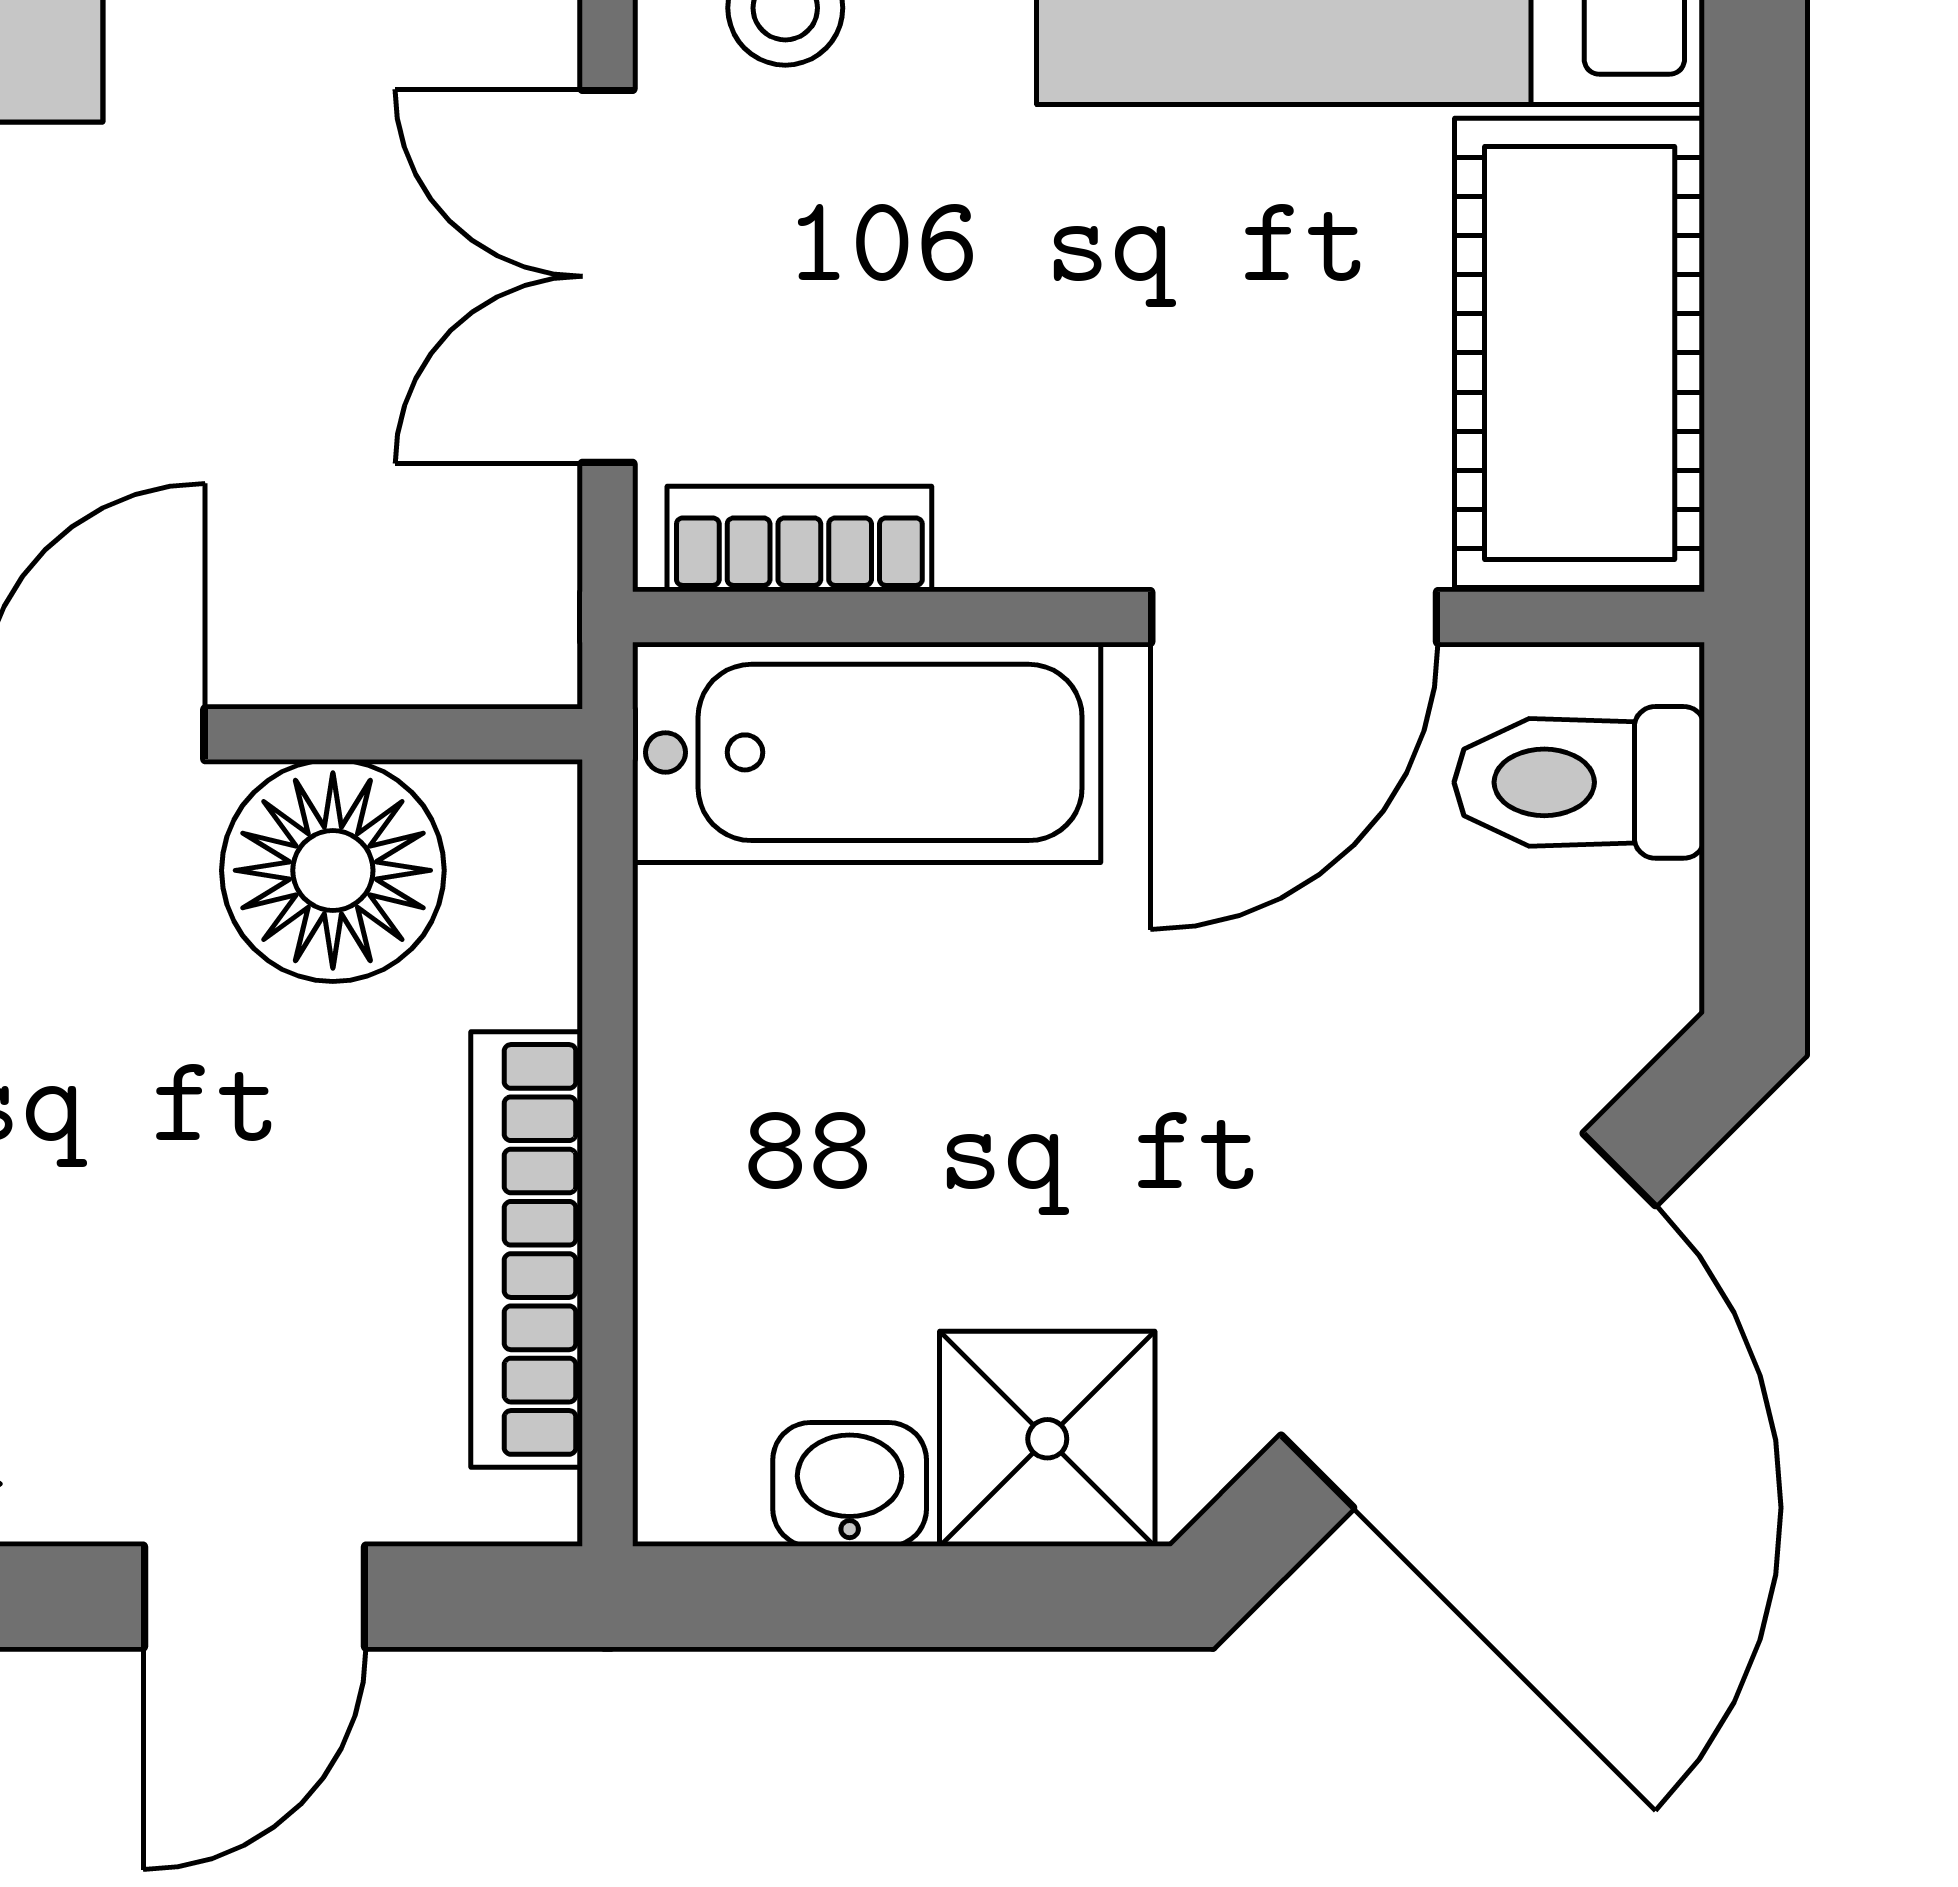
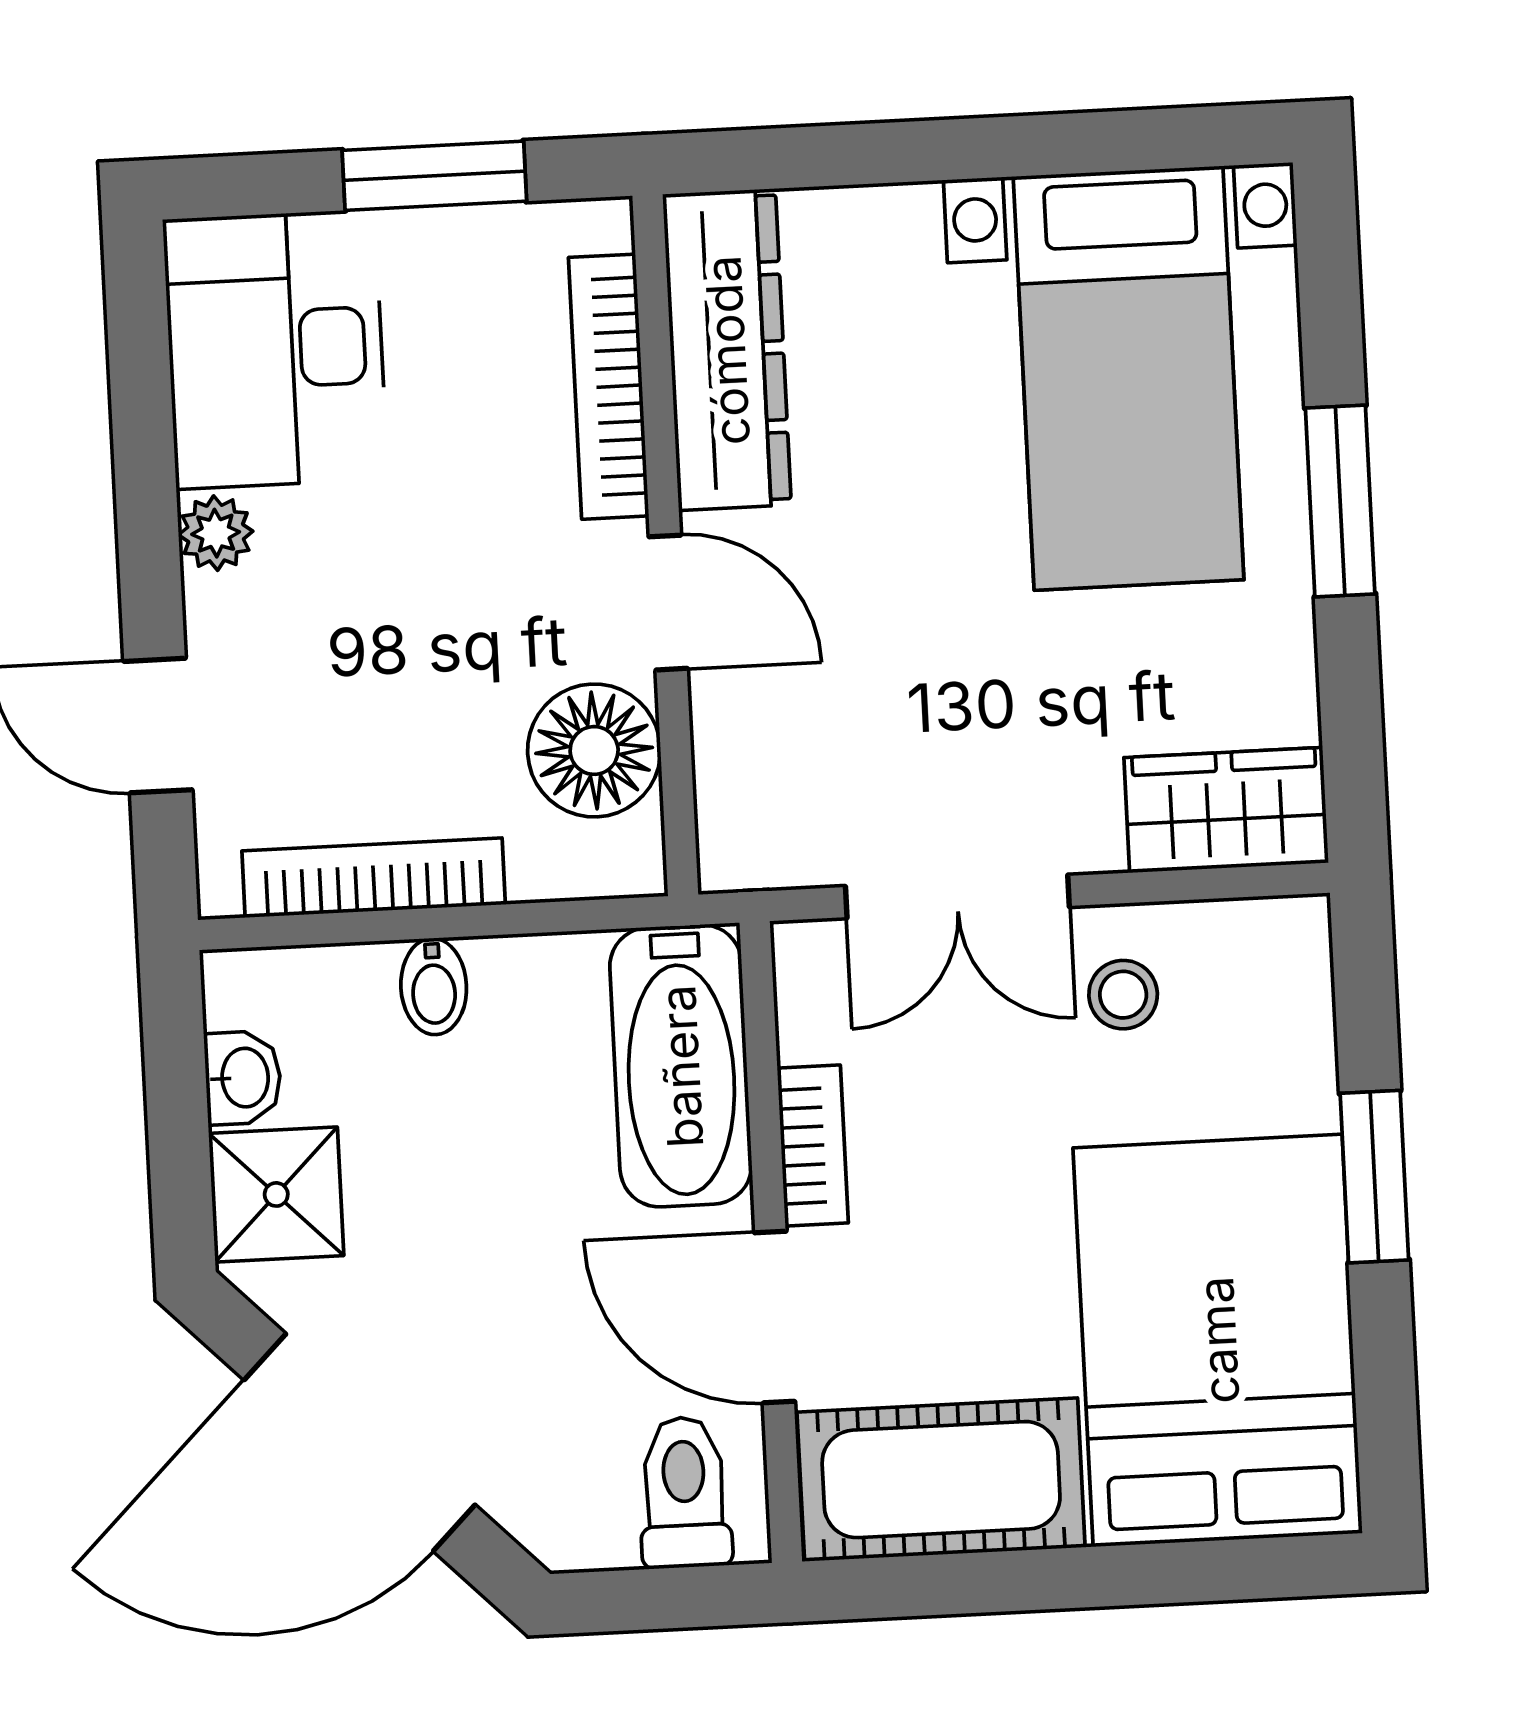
double door: (608, 276) -> (957, 897), swing flipped
bookcase: (799, 539) -> (813, 1146), moved
bidet: (713, 1158) -> (434, 986), added

